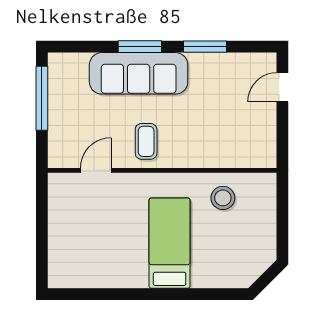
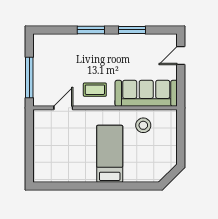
sofa: (139, 73) -> (146, 93), moved, turned 180
window: (42, 98) -> (29, 77), moved
coffee table: (146, 141) -> (95, 90), turned 90

